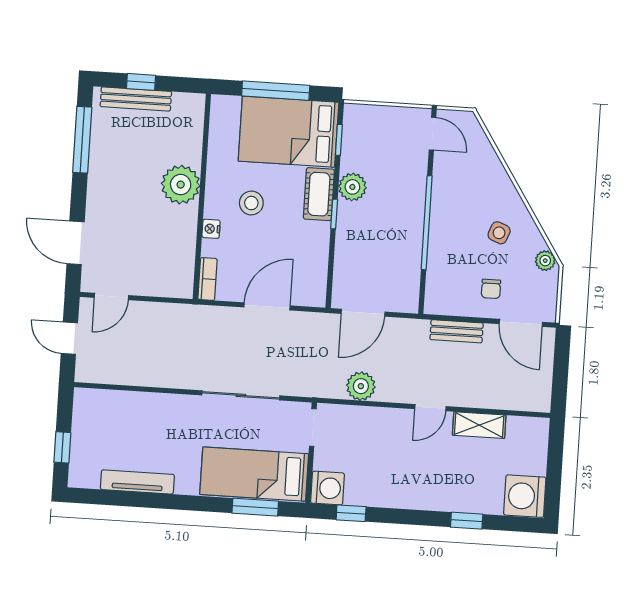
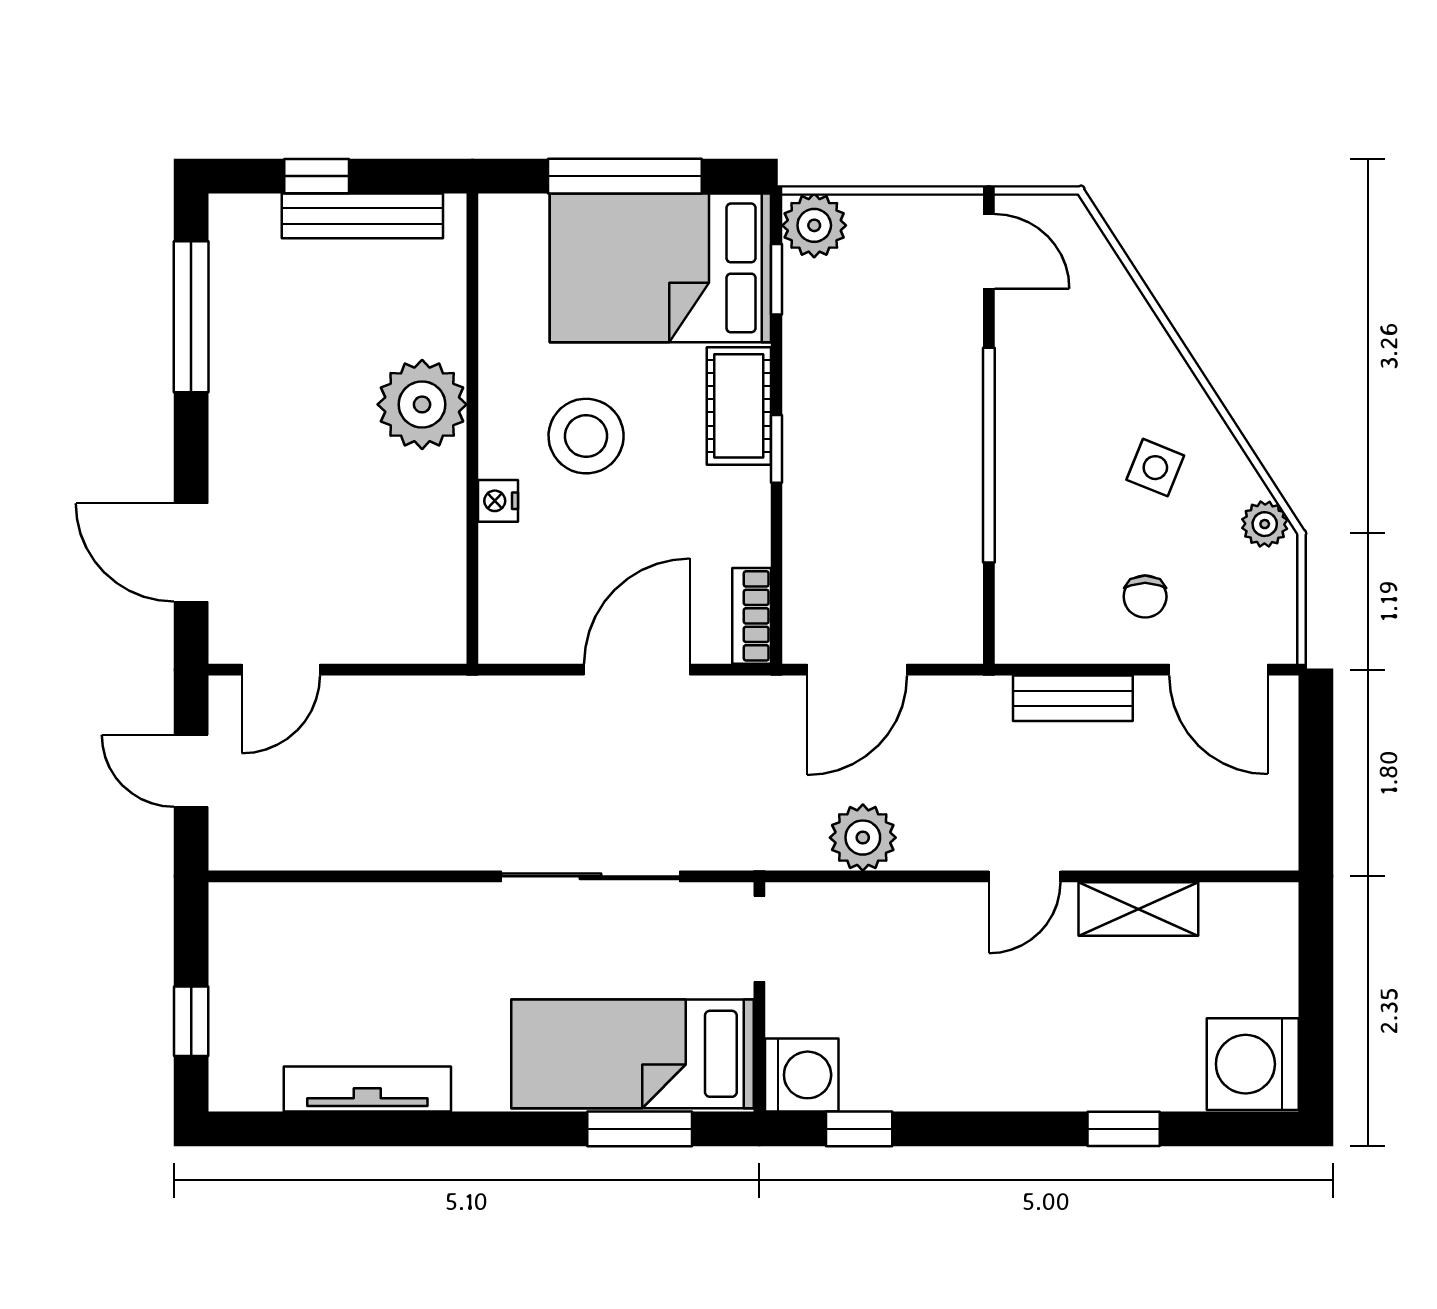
bench: (136, 99) -> (362, 216), moved
plant: (352, 187) -> (814, 225), moved
stool: (251, 203) -> (586, 436), width x1.38, depth x1.38
bookcase: (208, 279) -> (752, 616), moved, turned 180

